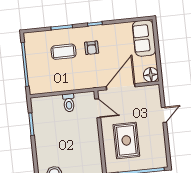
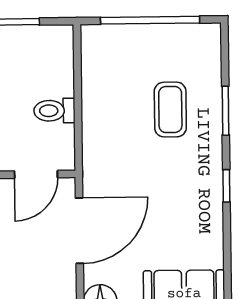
armchair: (92, 48) -> (173, 173), removed
door: (121, 87) -> (79, 231), hinge flipped

